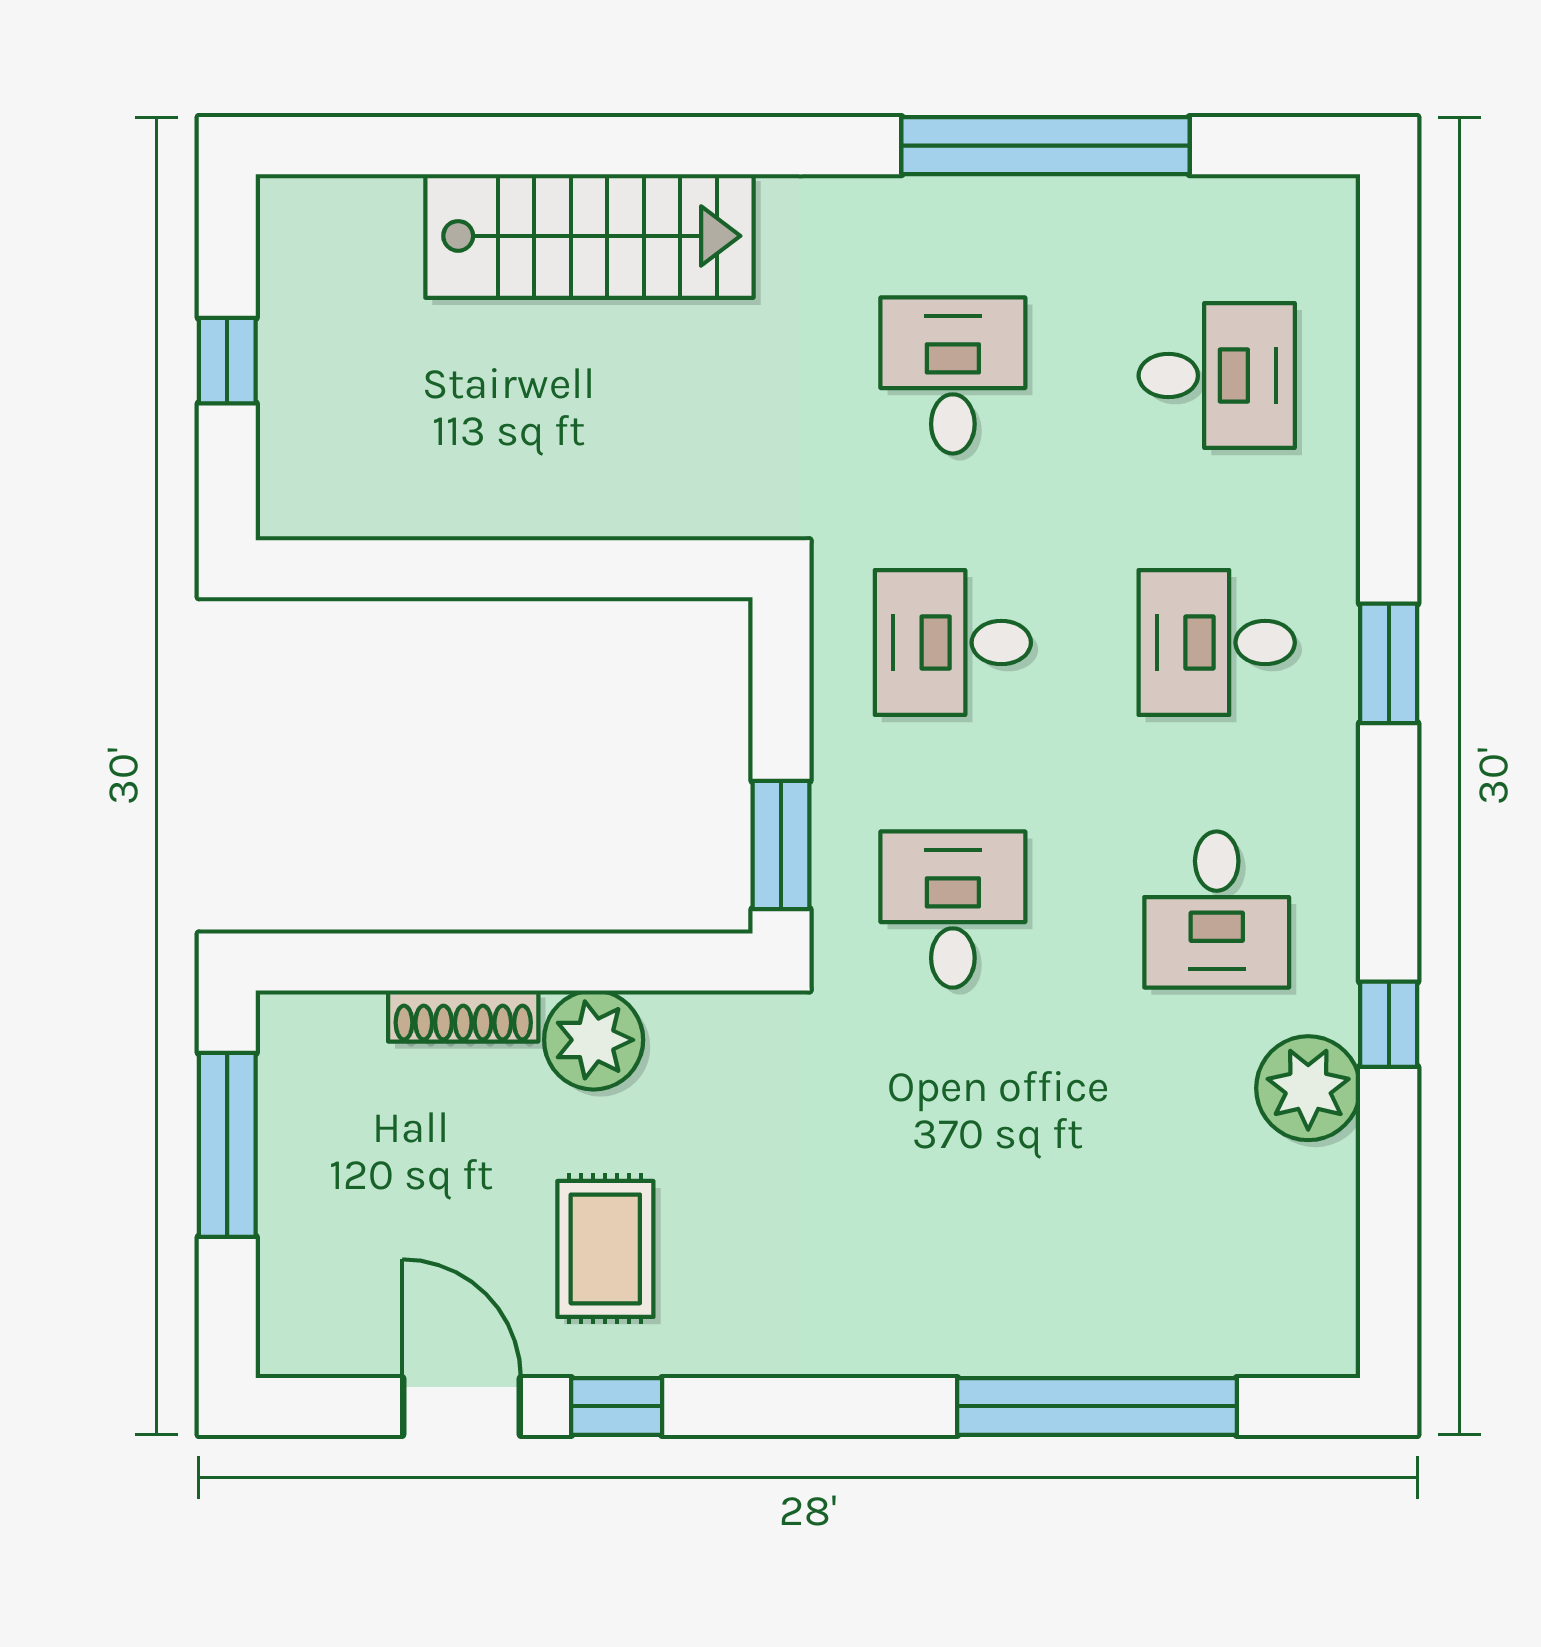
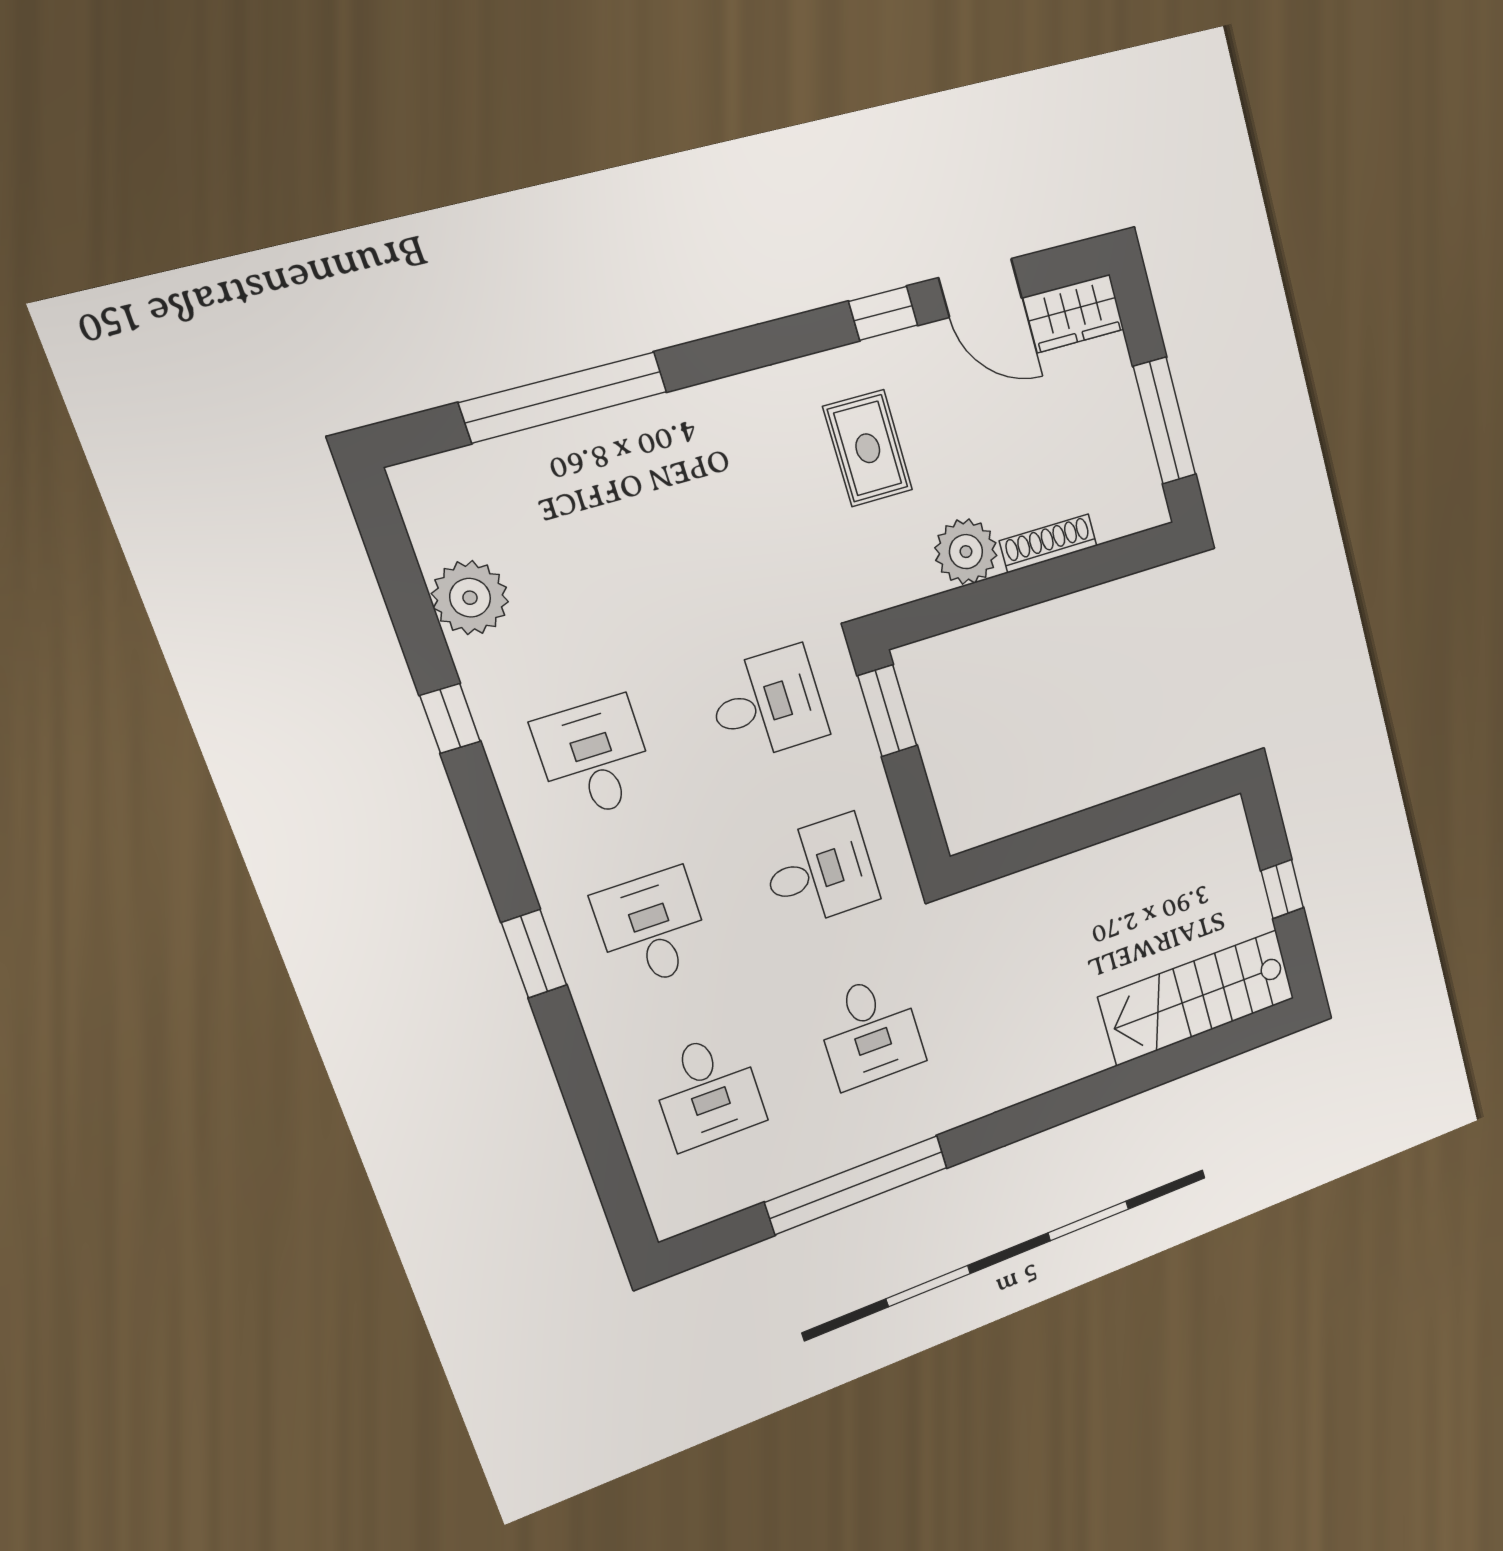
stairs: (589, 236) -> (1197, 998), moved
desk: (1217, 376) -> (708, 1091), turned -90
desk: (1217, 643) -> (652, 928), turned -90
desk: (953, 910) -> (767, 704), turned -90
plant: (1308, 1088) -> (470, 598), moved
rug: (605, 1249) -> (868, 448), moved
wardrobe: (328, 1336) -> (1074, 313), added

